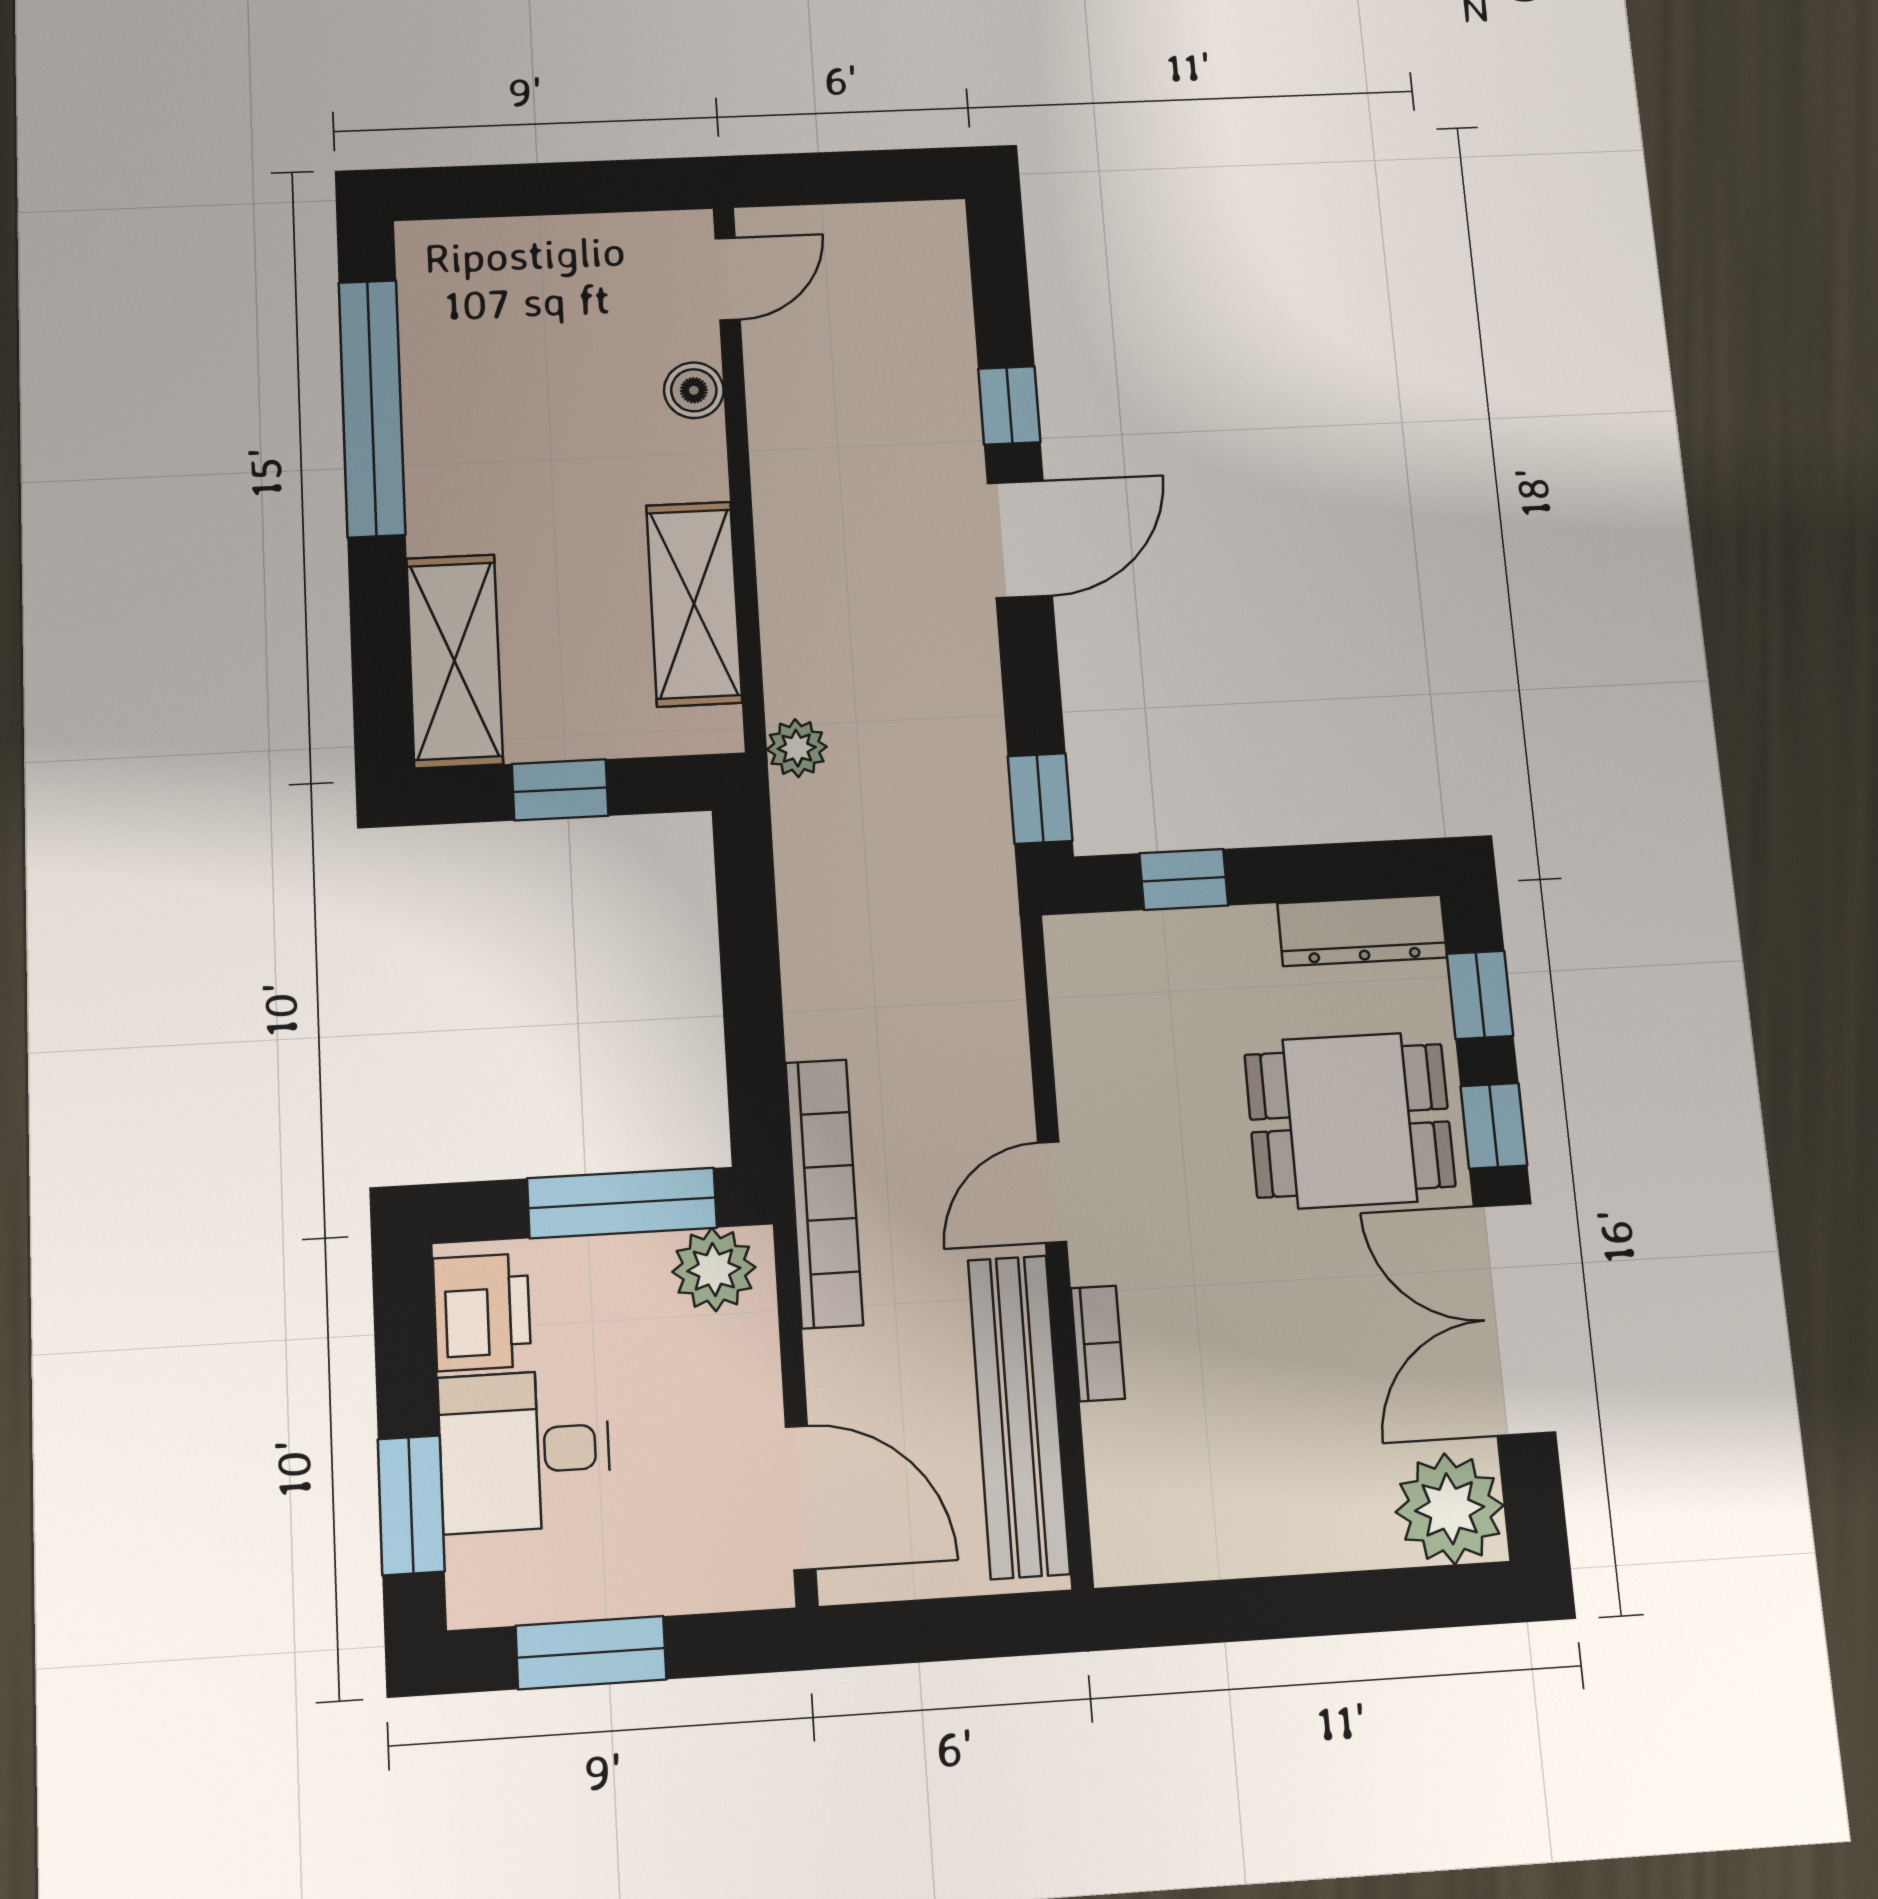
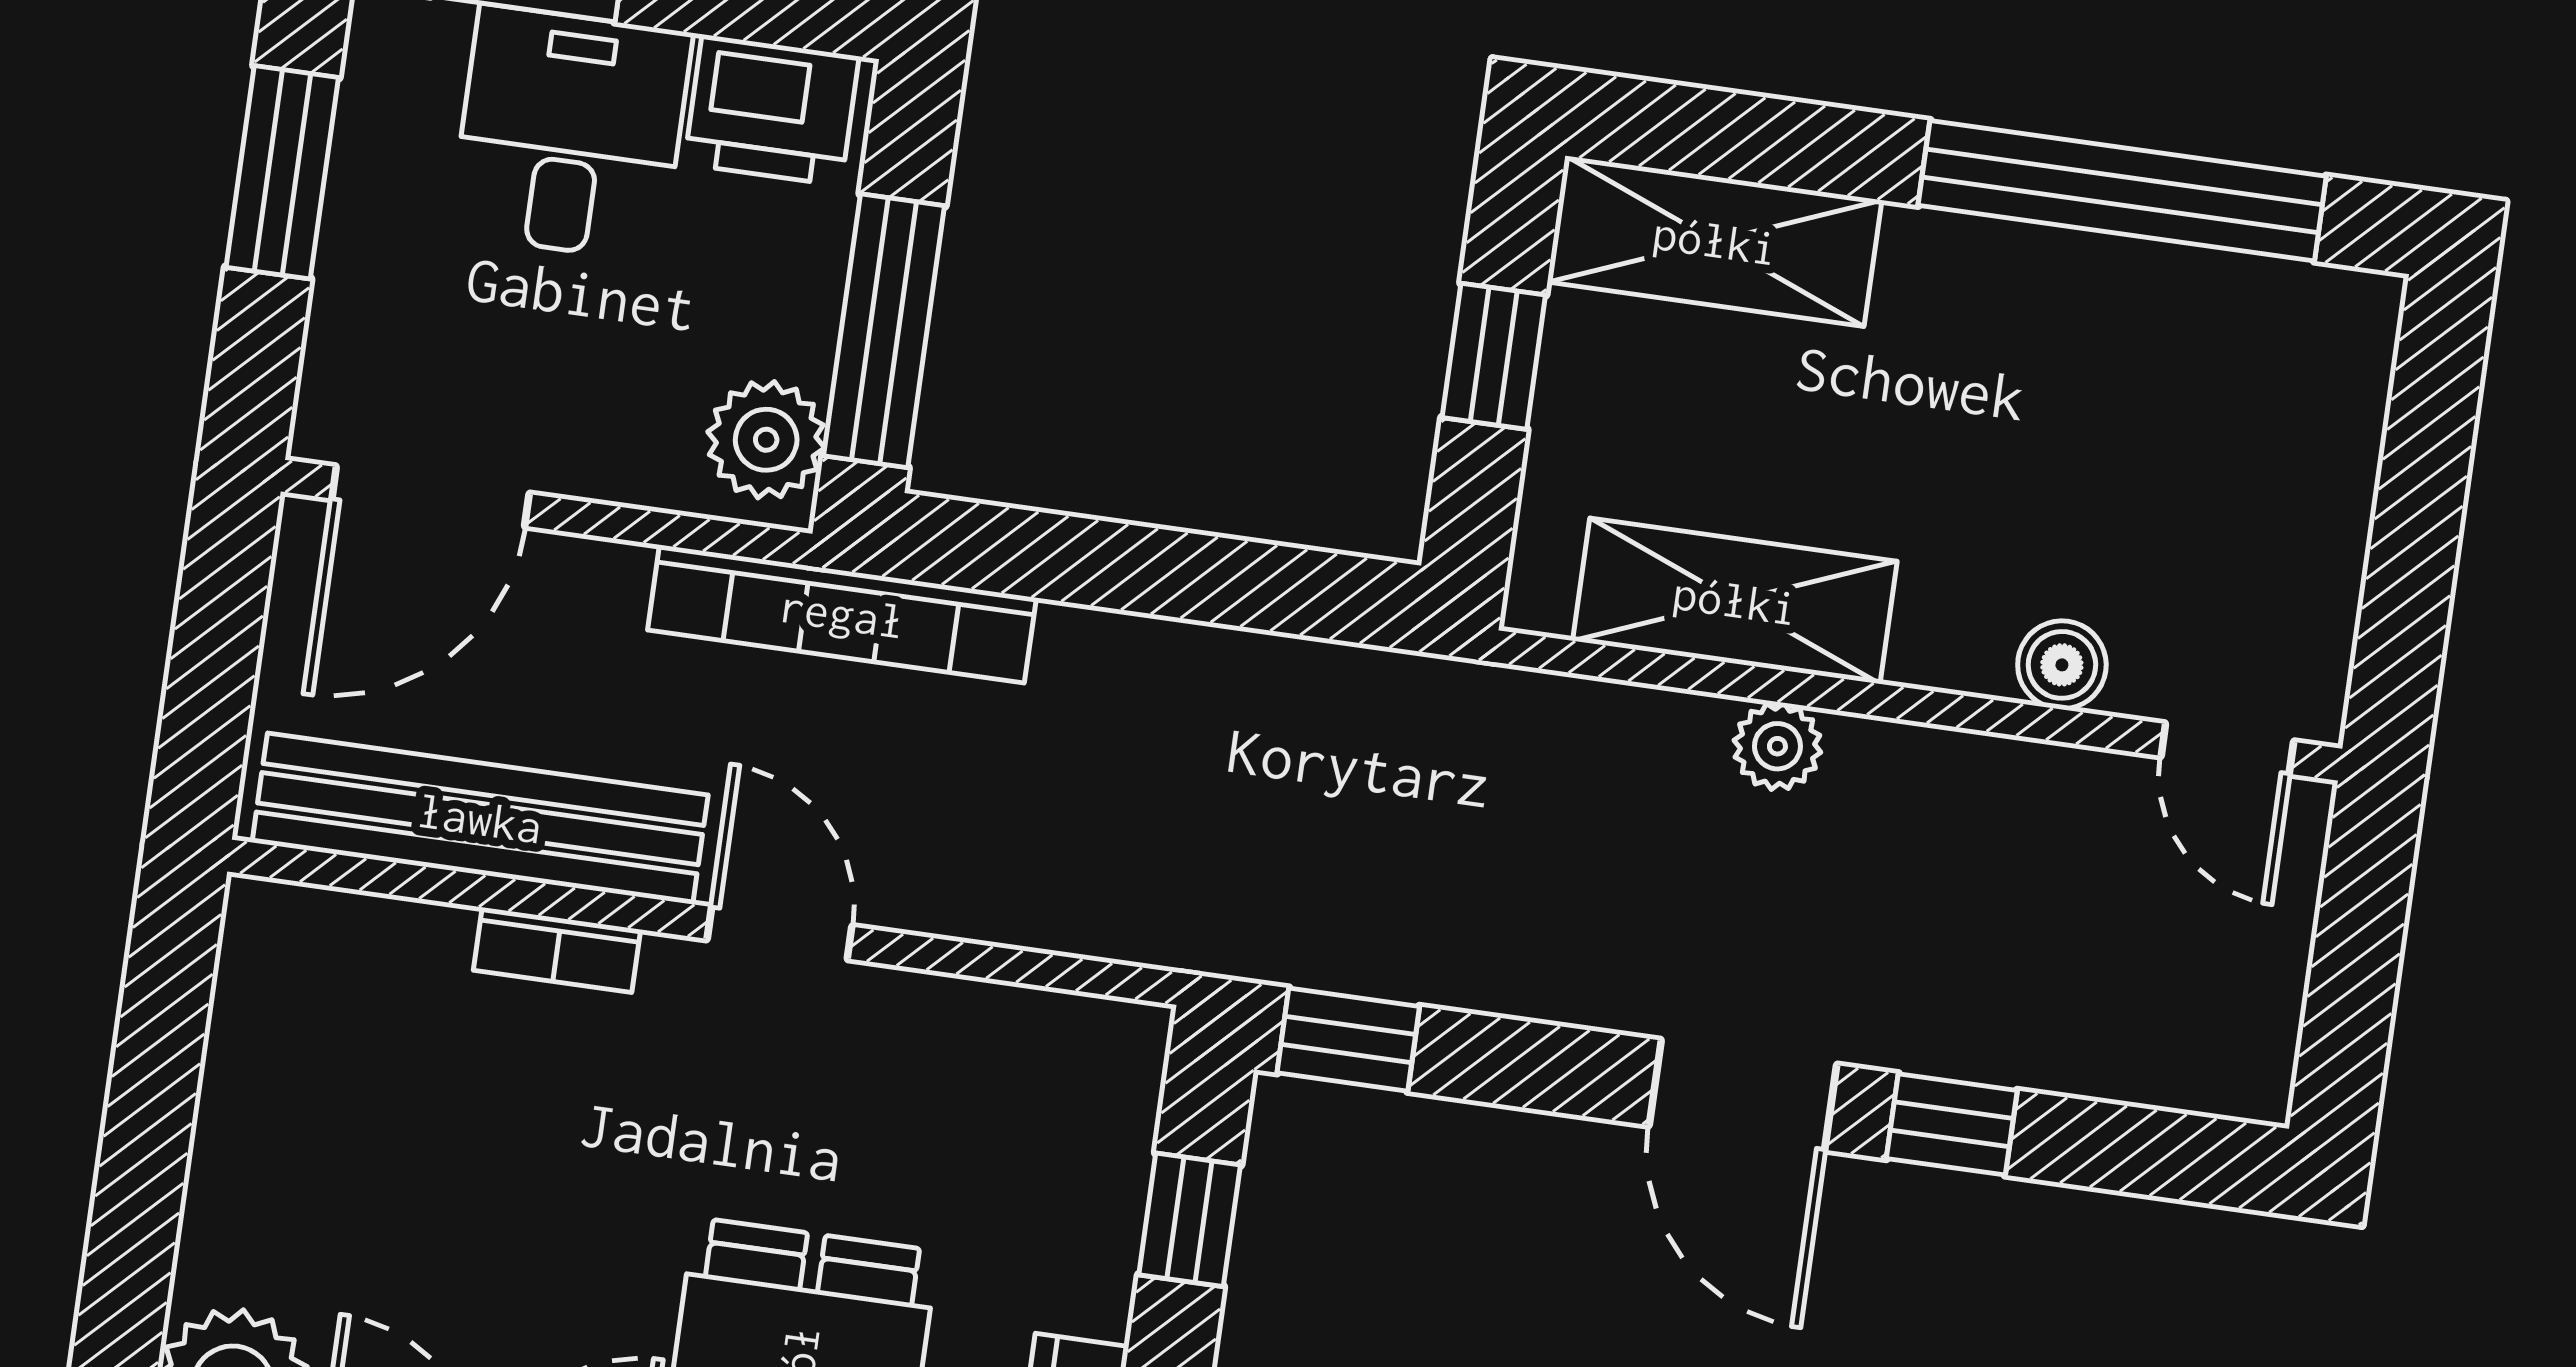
plant: (797, 748) -> (1777, 746), moved

